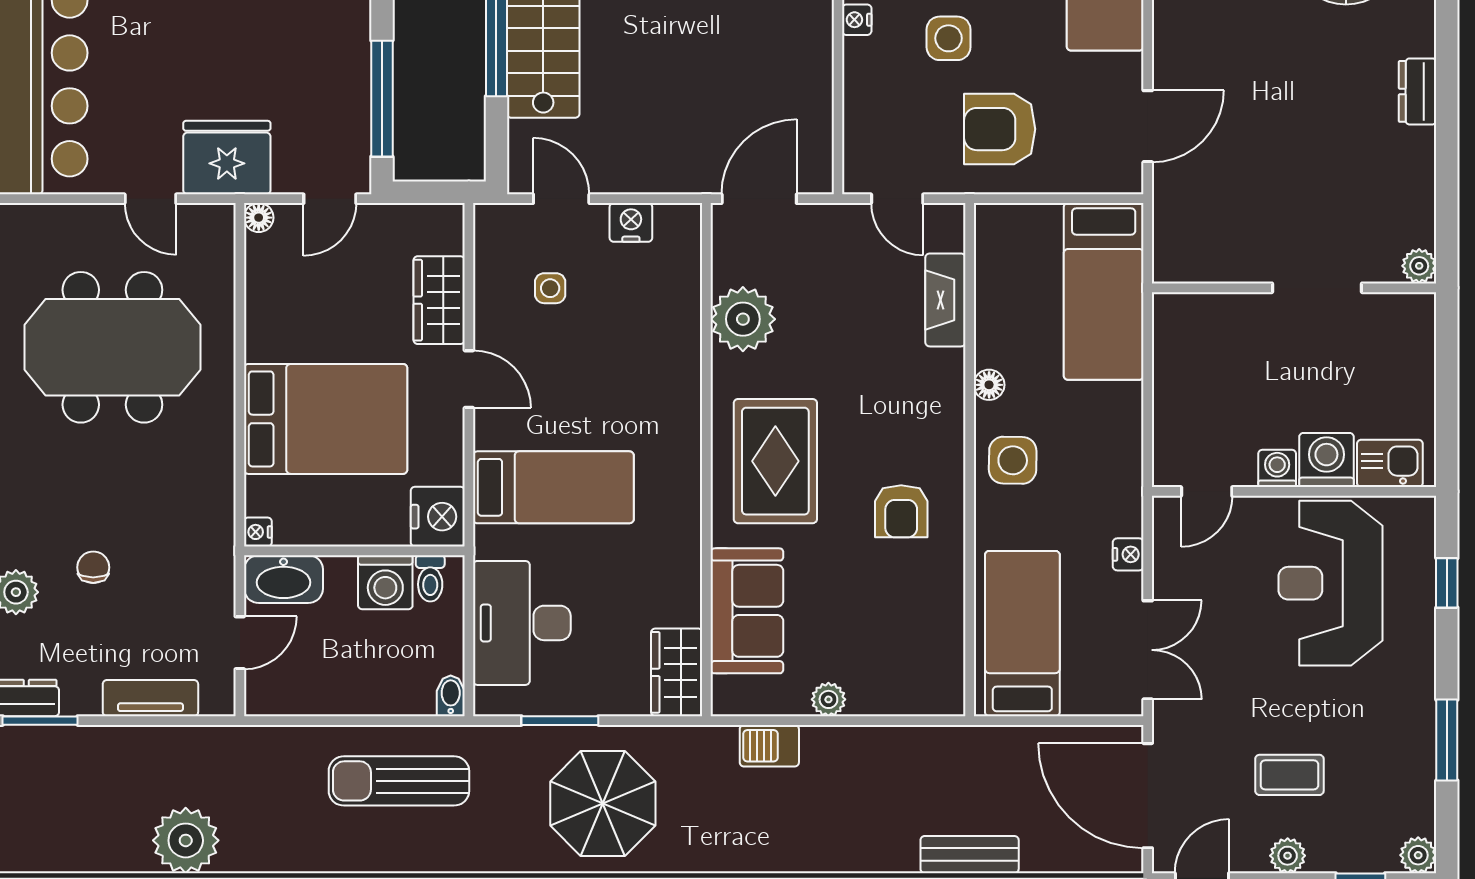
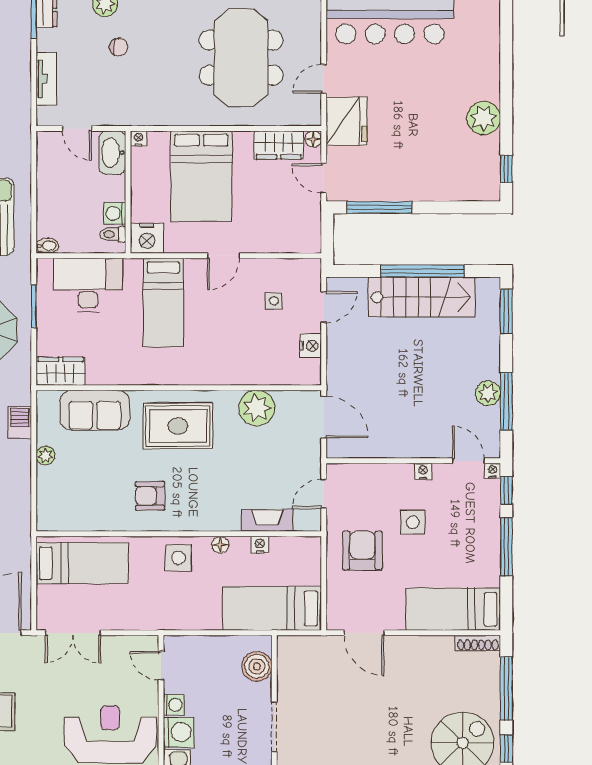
wardrobe: (439, 300) -> (279, 145), moved, turned 180
boiler: (1208, 319) -> (257, 666), added
nightstand: (1128, 554) -> (260, 545), moved, turned 180
washing machine: (385, 582) -> (115, 213), width x0.73, depth x0.73

